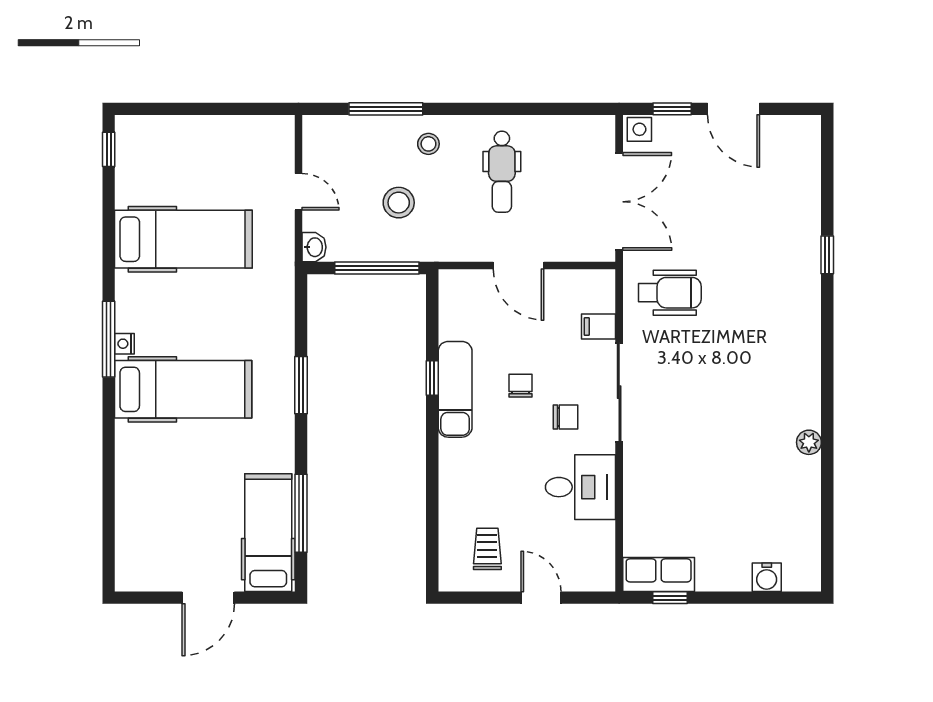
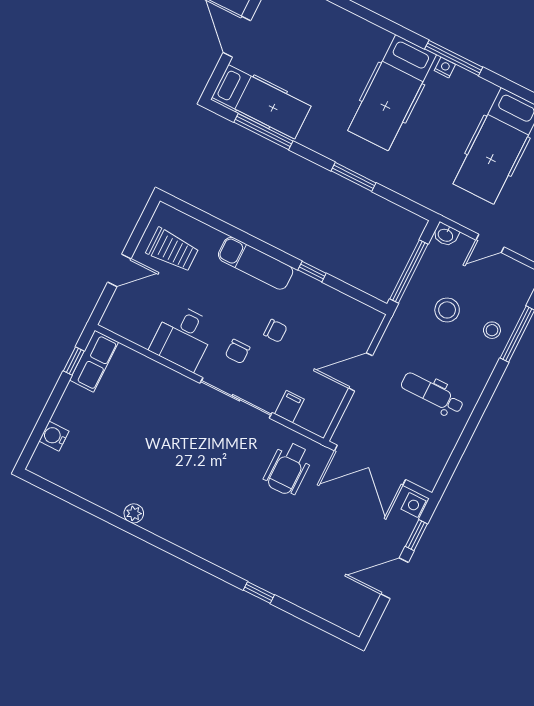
stool: (428, 144) -> (492, 330), moved
exam couch: (455, 389) -> (256, 263), moved
trolley: (487, 549) -> (173, 250), width x1.36, depth x1.39

